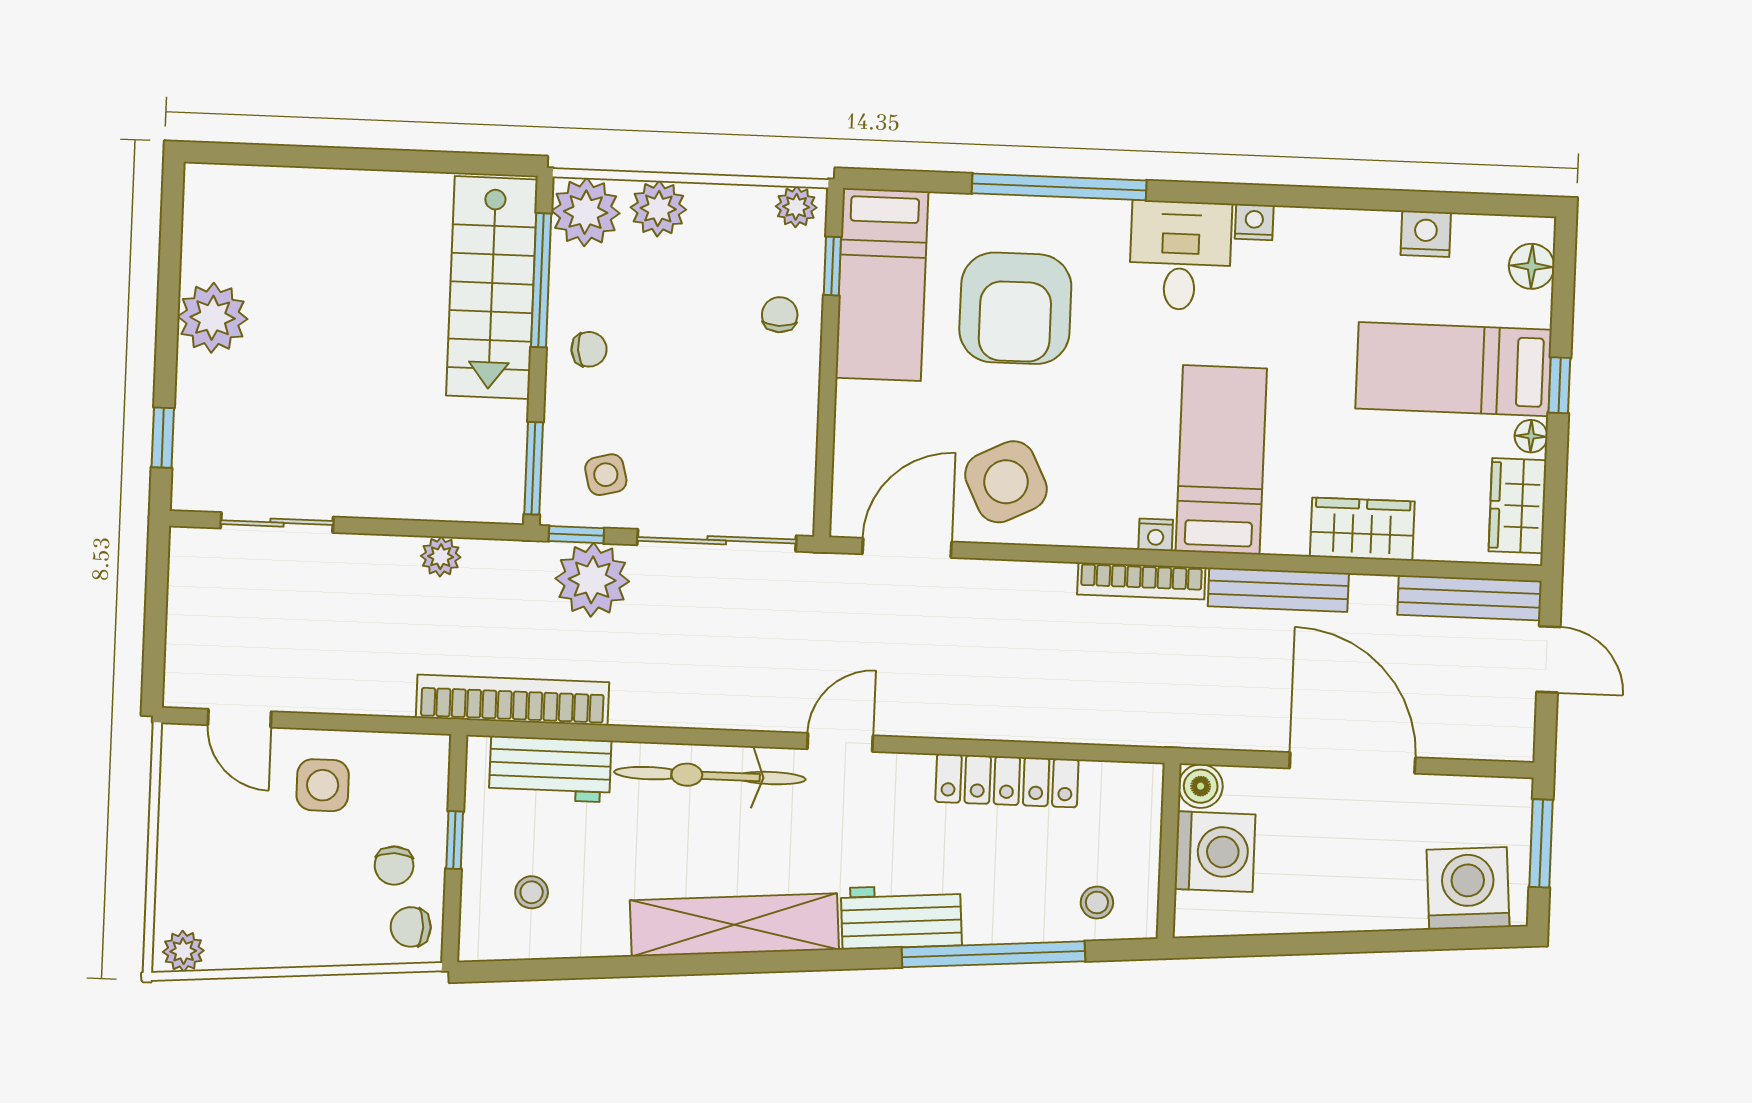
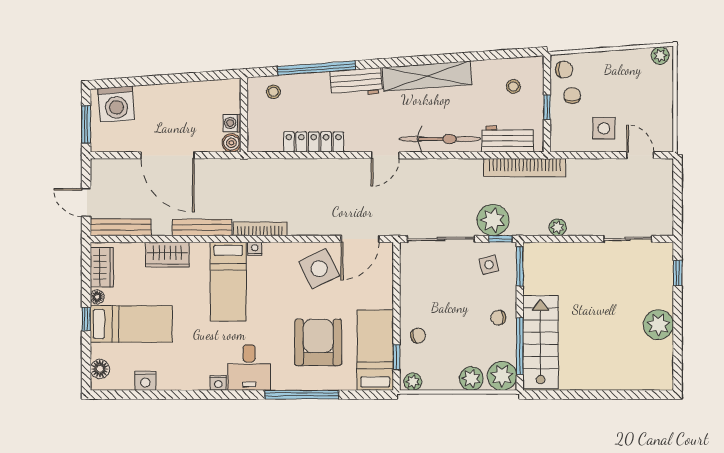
chair: (780, 315) -> (418, 336), turned -107
washing machine: (1215, 852) -> (232, 123), width x0.53, depth x0.53

